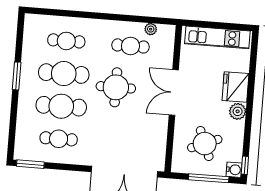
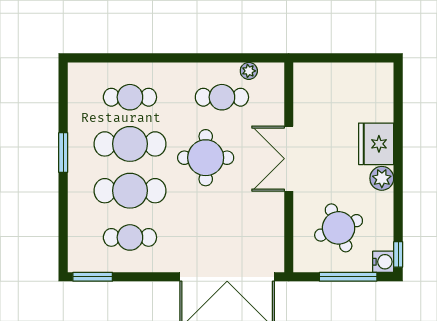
kitchen unit: (217, 37) -> (345, 75), removed

